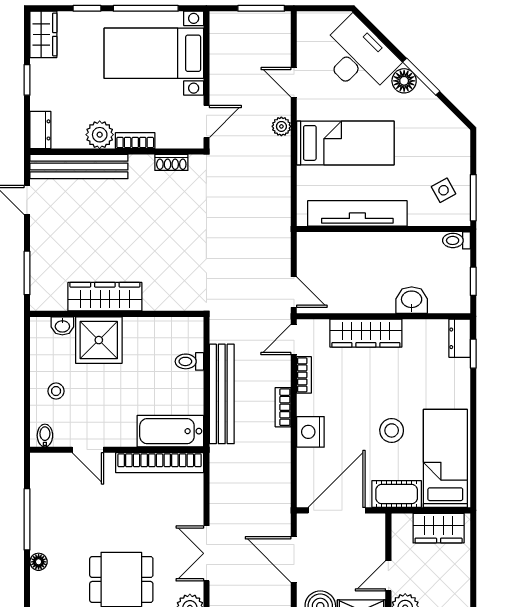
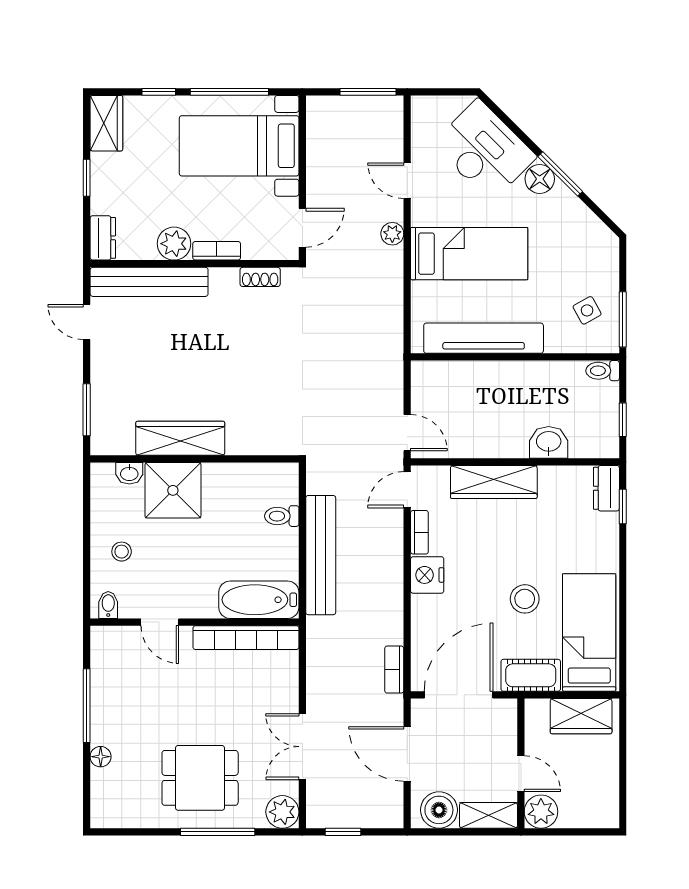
bookcase: (283, 407) -> (394, 670), moved
nightstand: (310, 432) -> (427, 575), moved
door: (388, 576) -> (521, 774), swing flipped

